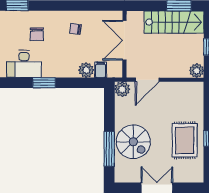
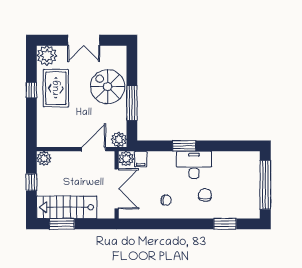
desk: (24, 64) -> (194, 165), moved
plant: (86, 70) -> (126, 159), moved
window: (44, 83) -> (184, 146), moved
window: (109, 149) -> (132, 103), moved
plant: (194, 173) -> (47, 56), added

